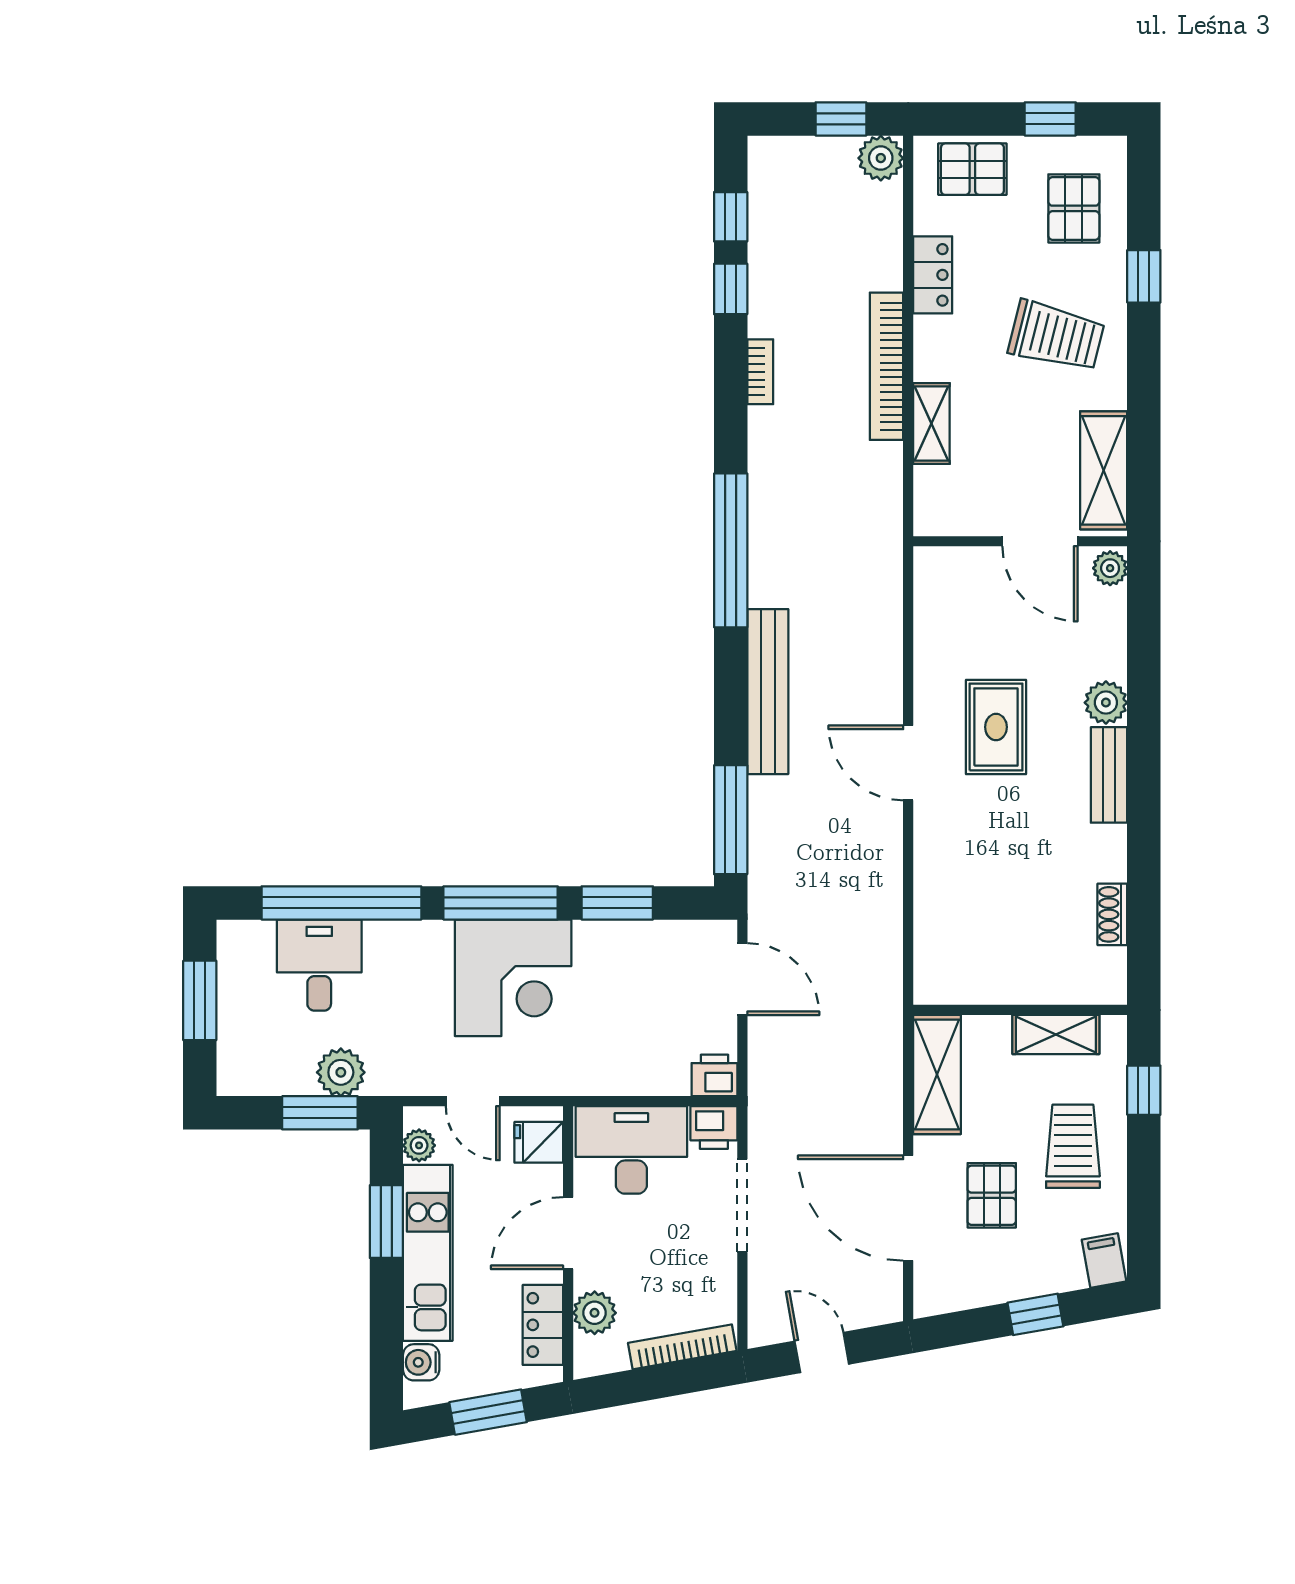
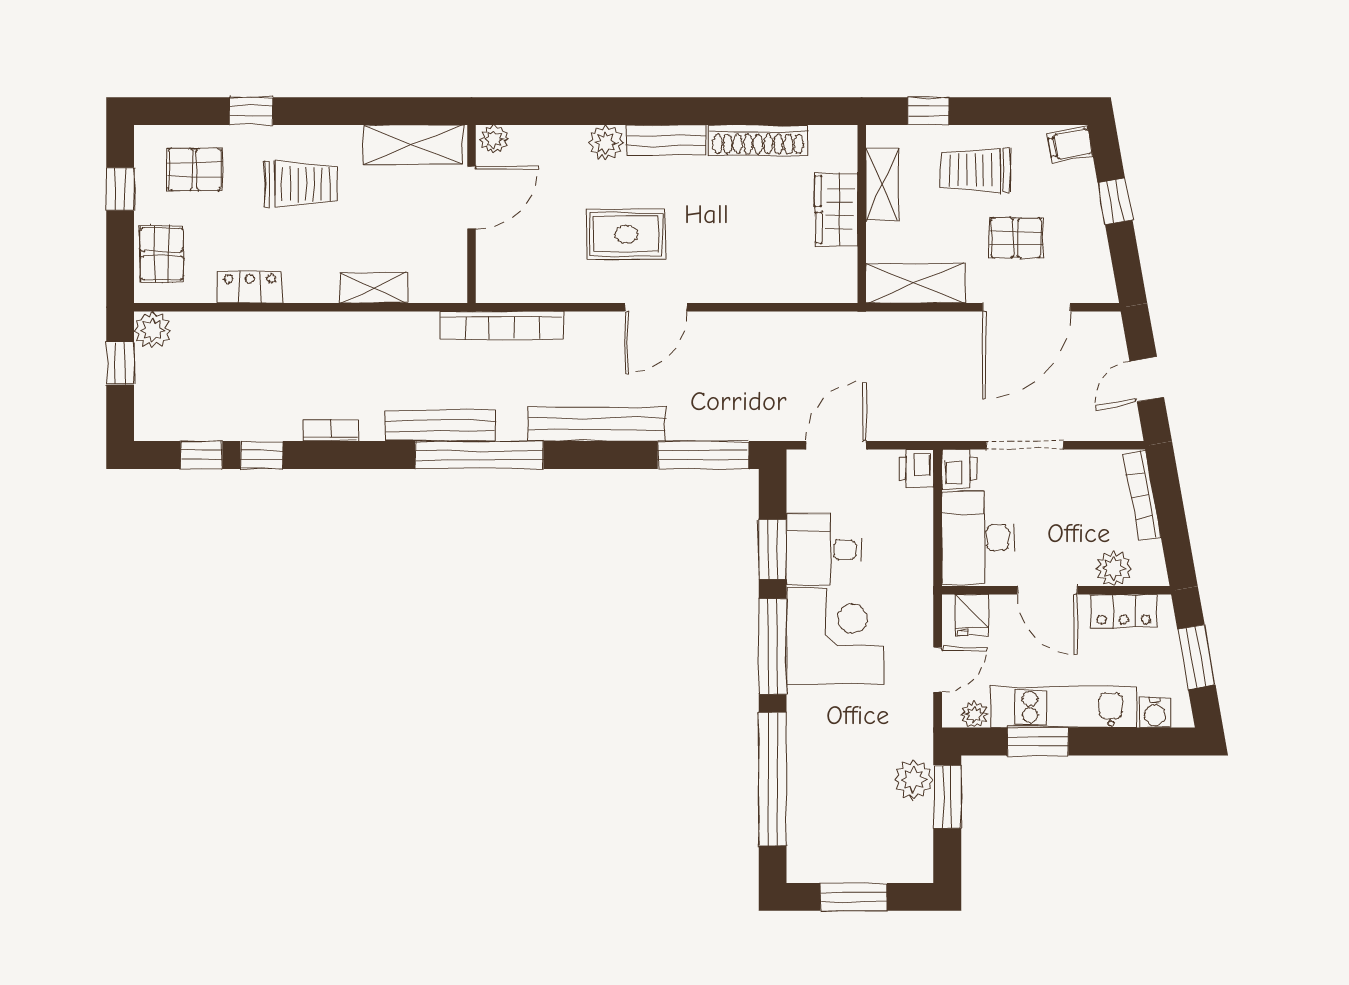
trolley: (1056, 336) -> (301, 184), turned 76
bookcase: (887, 366) -> (502, 325), moved
bench: (766, 504) -> (440, 426), added
shoe rack: (1112, 914) -> (758, 140), width x1.94, depth x1.24
desk: (319, 965) -> (824, 550), moved
wardrobe: (1026, 979) -> (836, 209), added

